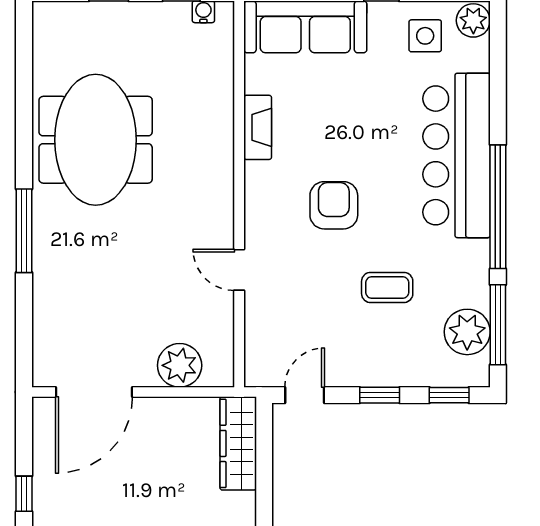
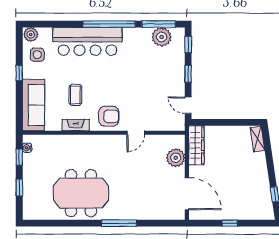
armchair: (334, 205) -> (109, 116), moved, turned 180
coffee table: (387, 287) -> (75, 95), moved
wardrobe: (238, 443) -> (196, 145), moved, turned -90

